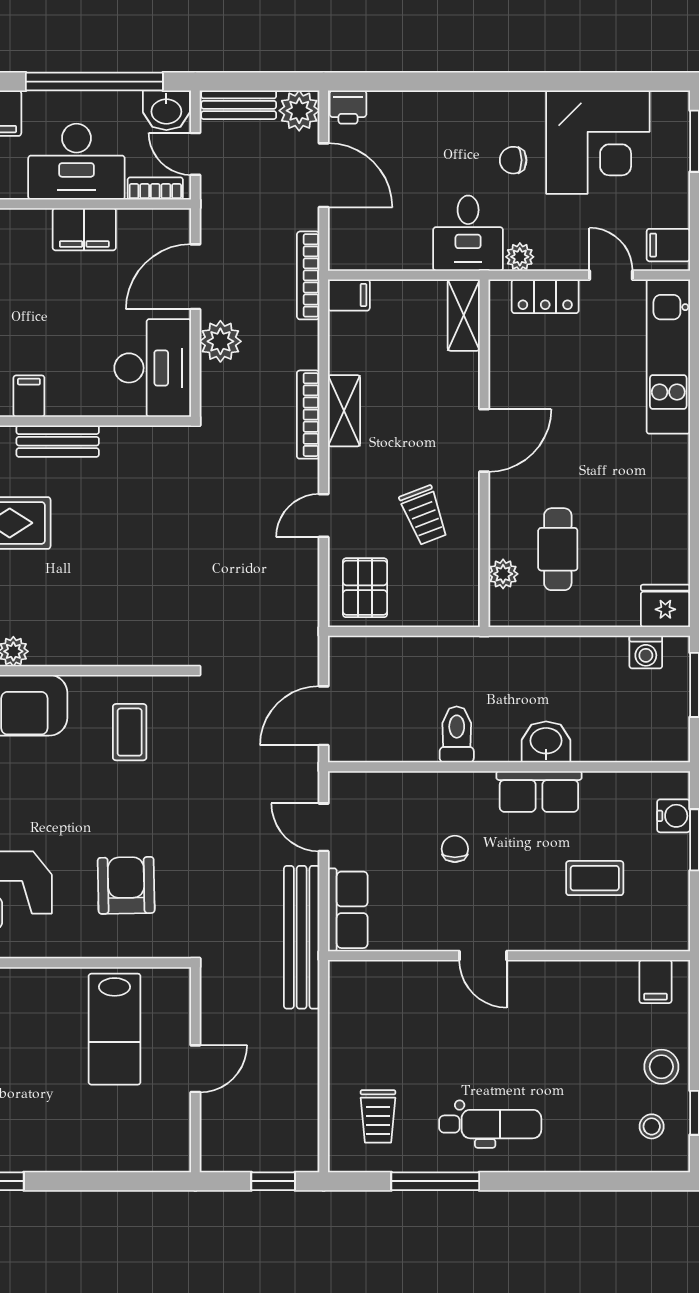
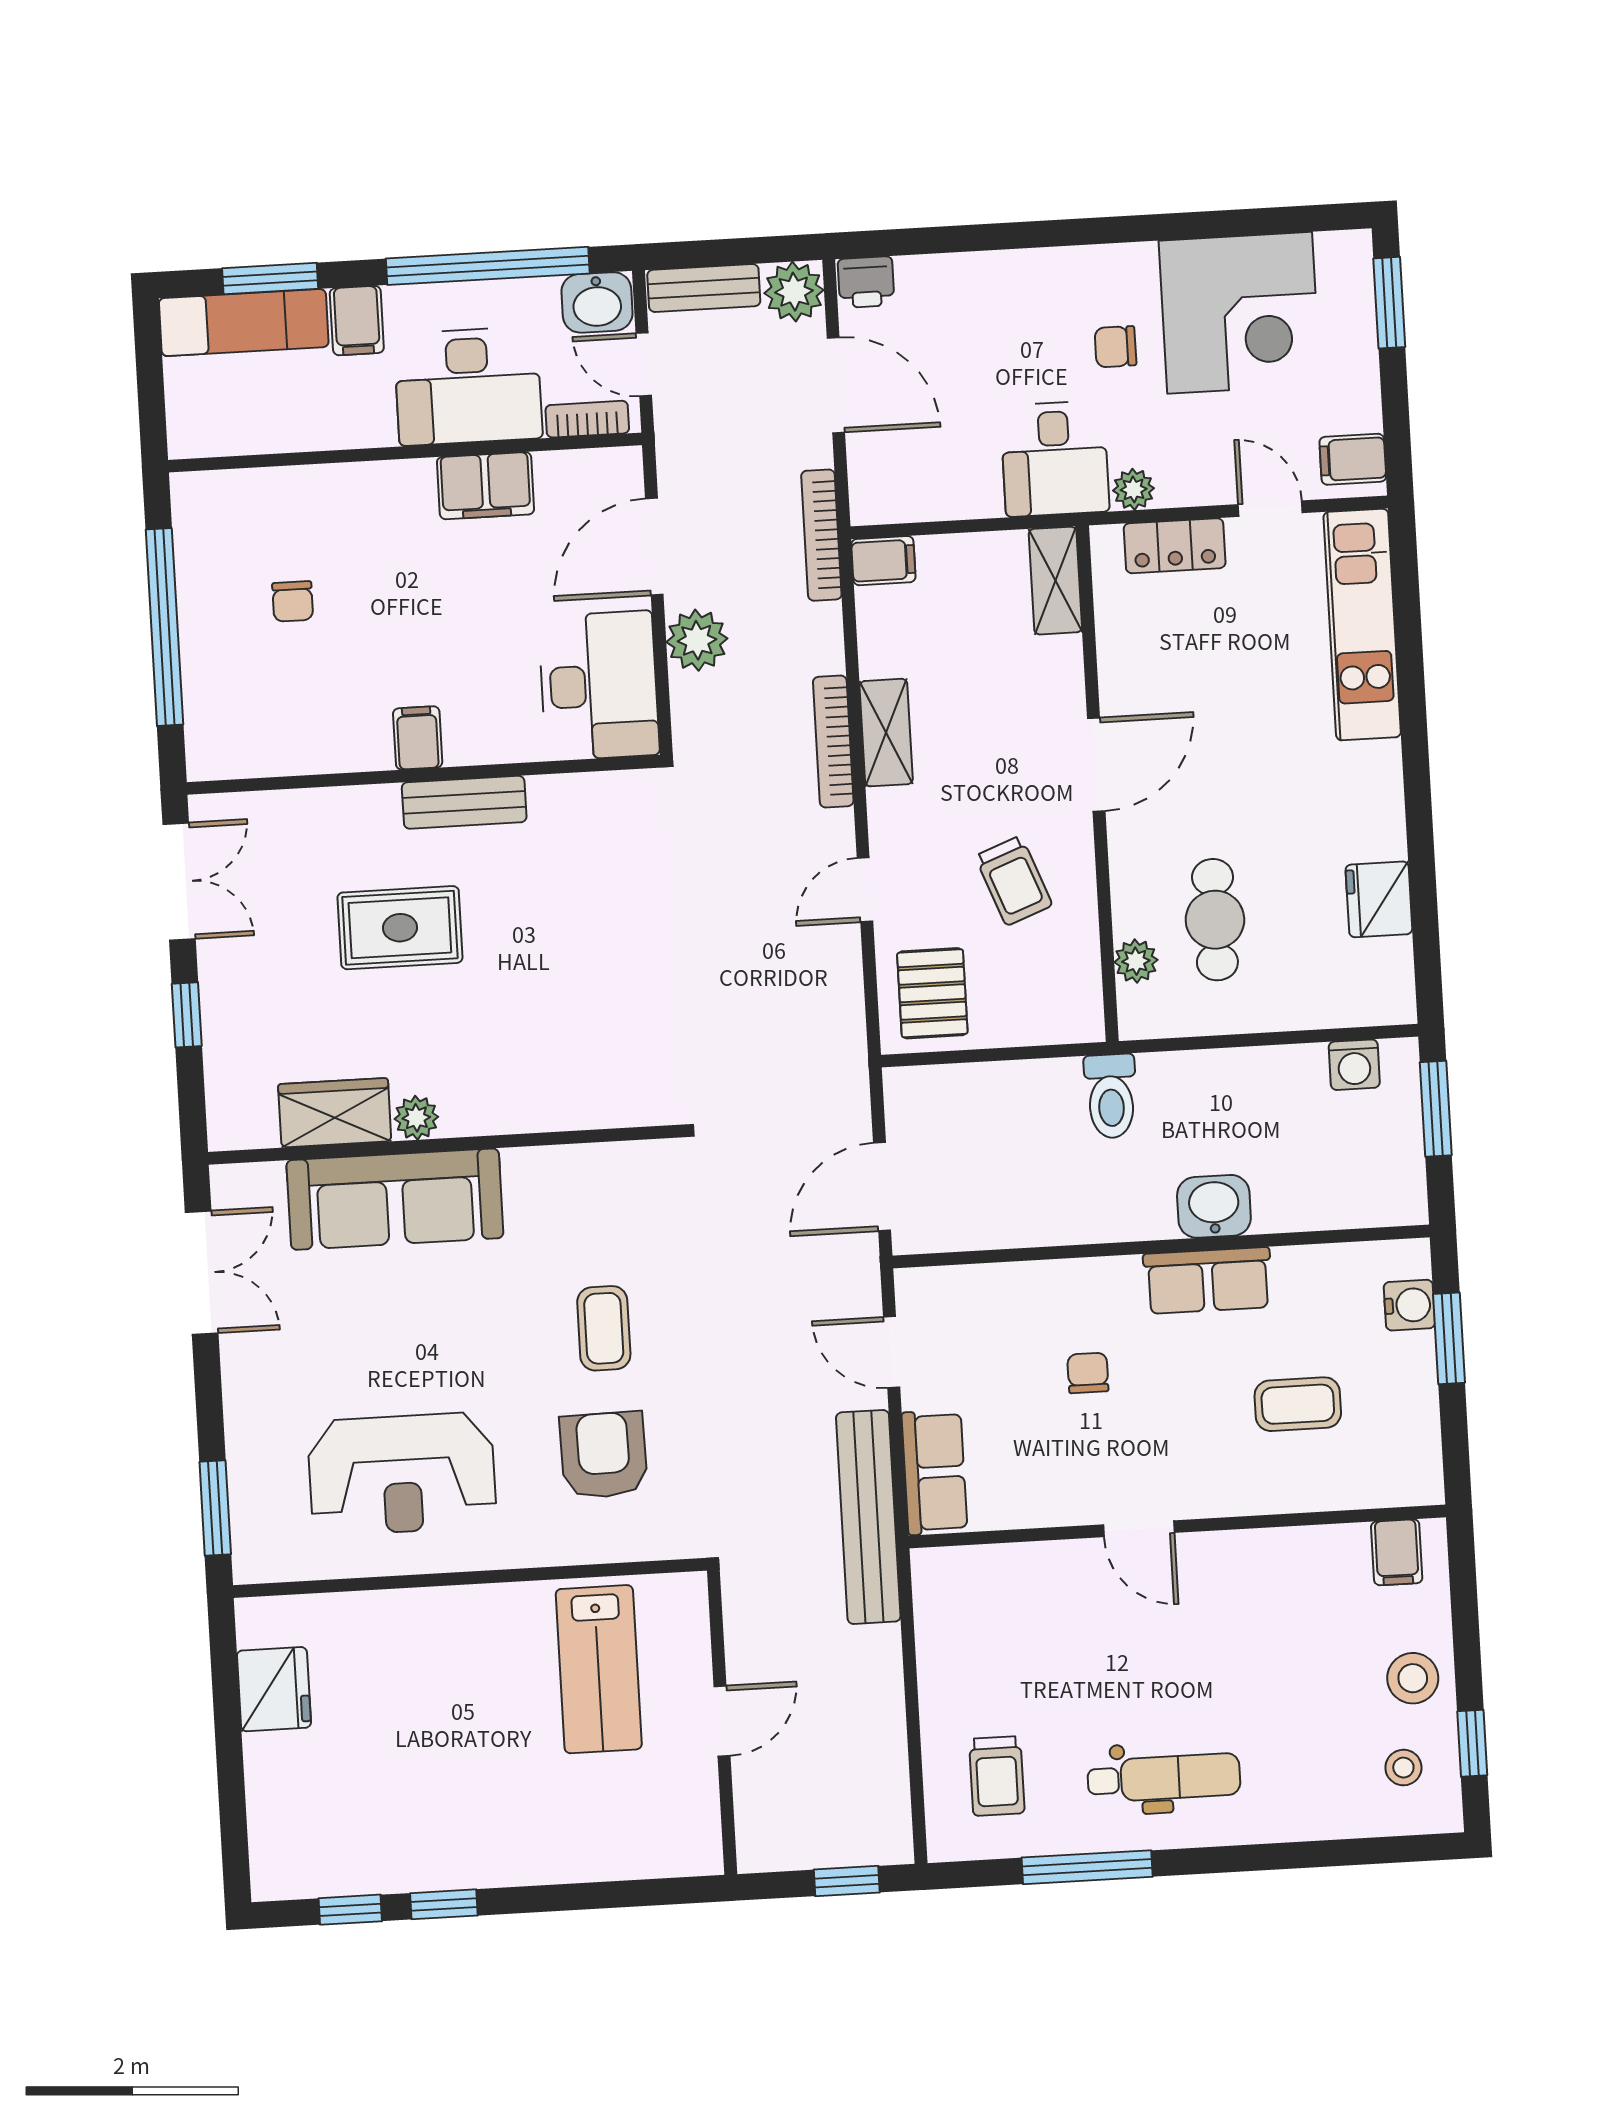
fridge: (665, 606) -> (1379, 899), moved, turned -90
coffee table: (130, 732) -> (604, 1328), moved
toilet: (457, 734) -> (1111, 1096), moved, turned 180

